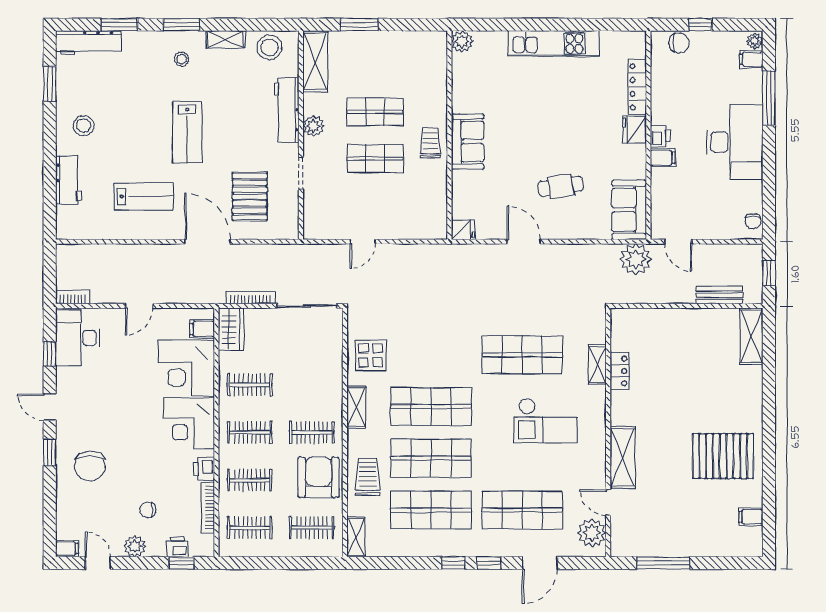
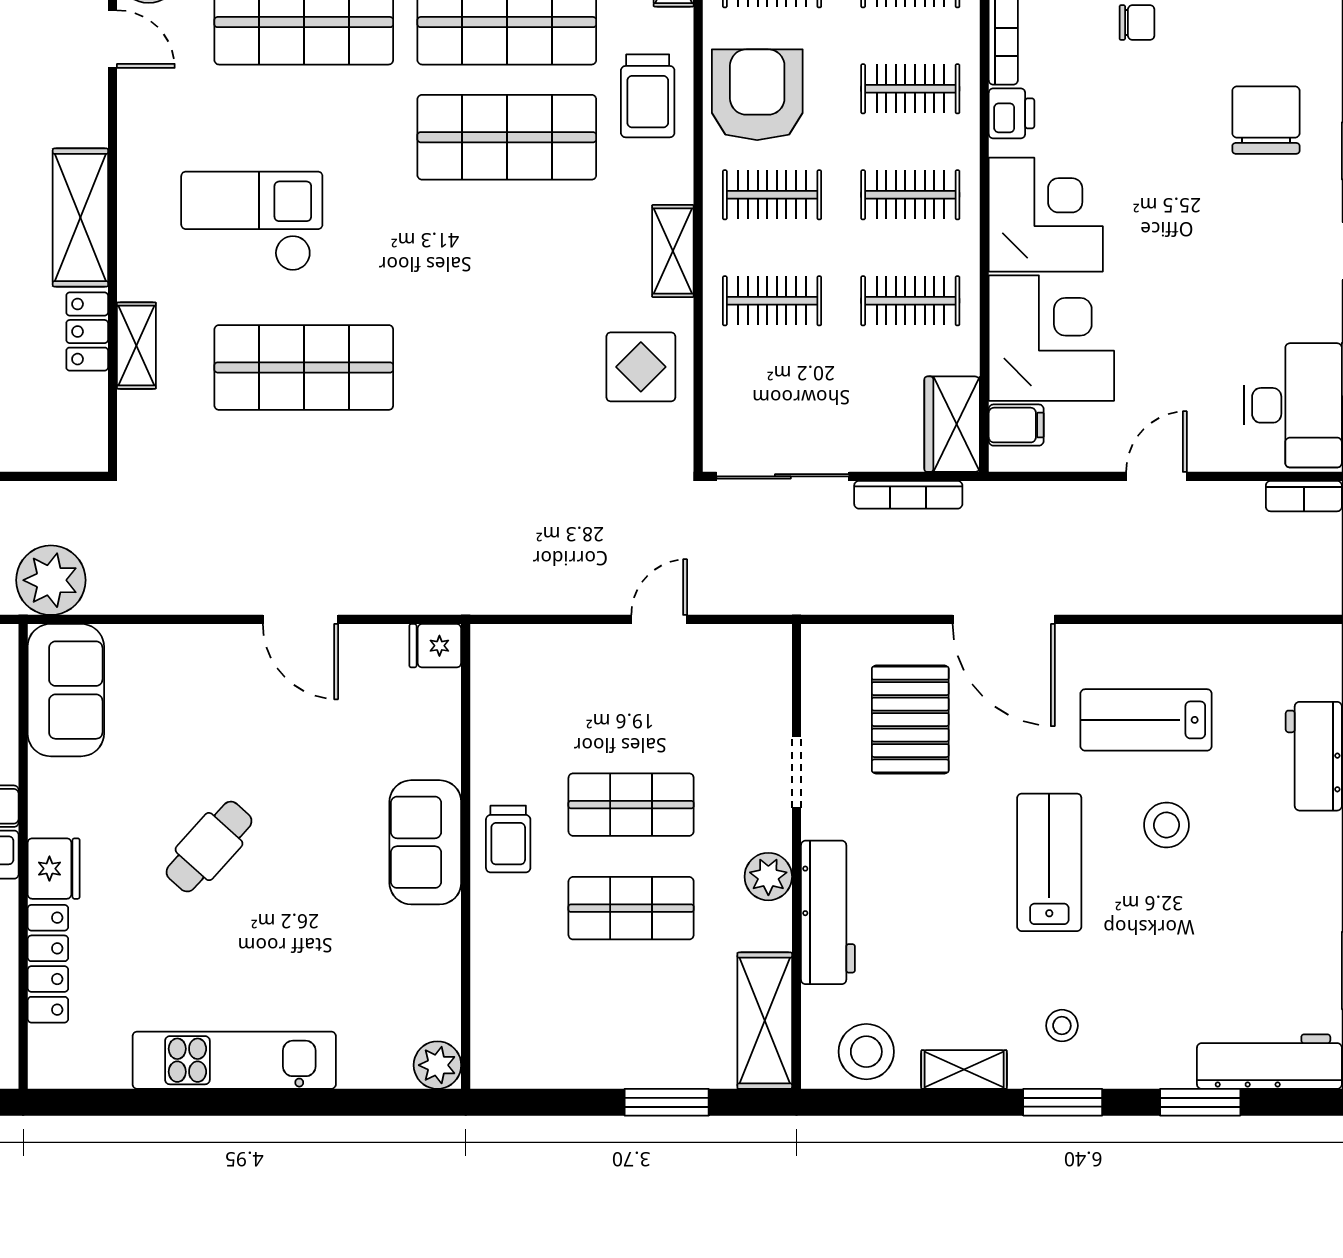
stool: (84, 126) -> (1167, 825), moved
cafe table: (561, 186) -> (209, 847), moved, turned -40
clothes rail: (312, 385) -> (772, 301), added
shop shelf: (431, 407) -> (507, 252), removed
shelving: (623, 457) -> (80, 218), moved
armchair: (318, 477) -> (757, 95), turned 180

